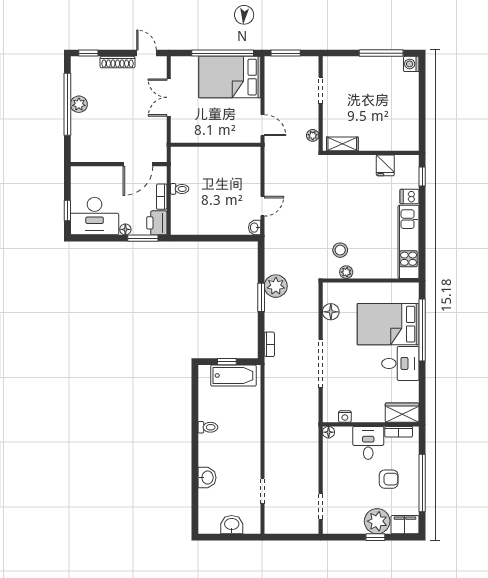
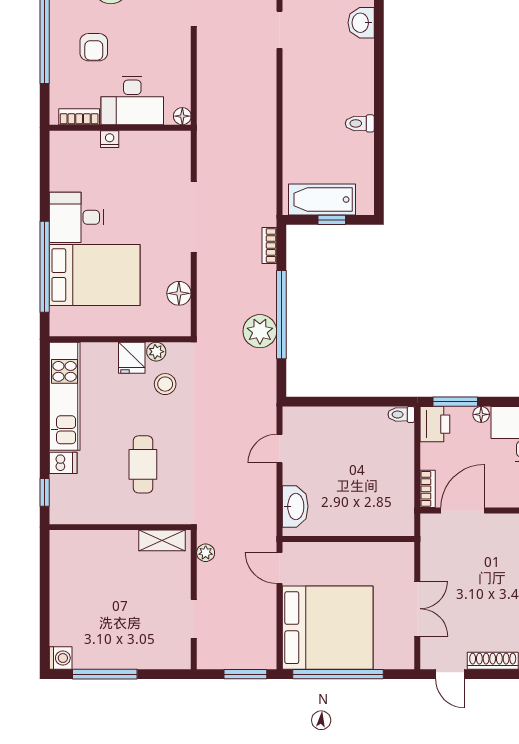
bed: (230, 77) -> (328, 628), width x1.36
fridge: (385, 165) -> (132, 358), moved, turned 180
toilet: (180, 189) -> (401, 414), moved
cafe table: (355, 196) -> (143, 464), added
bookcase: (162, 197) -> (428, 489), moved
washbasin: (255, 228) -> (295, 506), moved, width x1.91, depth x1.45
window: (261, 297) -> (281, 315), width x2.11
wardrobe: (402, 413) -> (74, 145), removed
nightstand: (345, 417) -> (110, 139), moved
desk: (368, 443) -> (132, 100), width x1.37
washbasin: (207, 478) -> (361, 23), moved
armchair: (389, 479) -> (94, 47), turned -90

